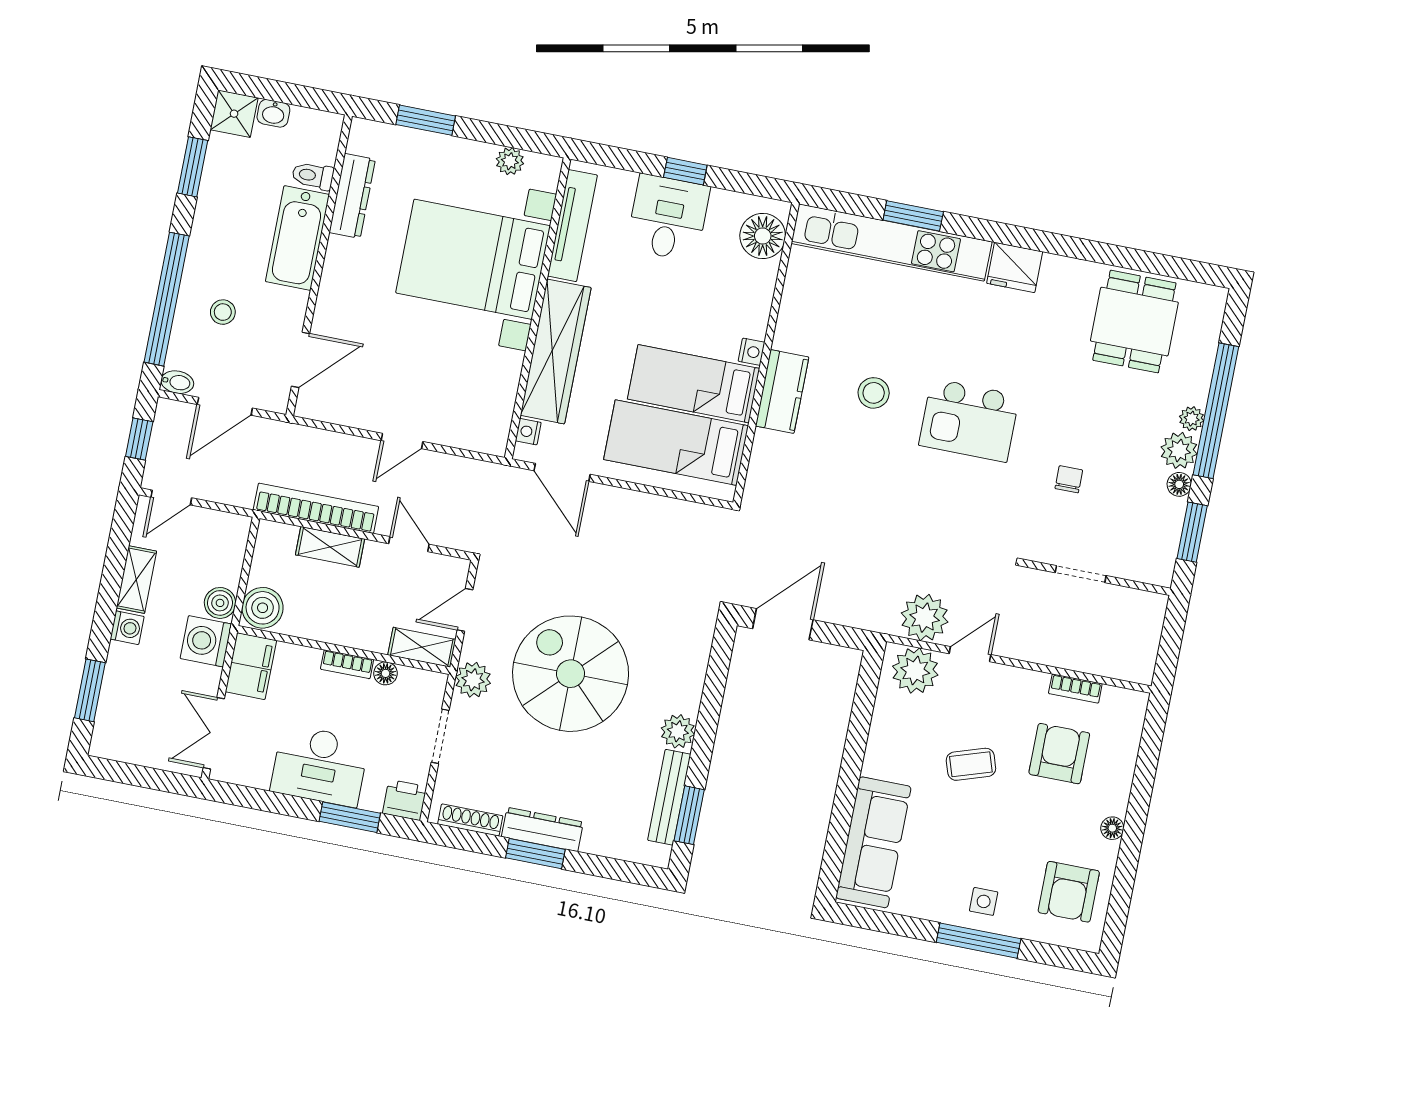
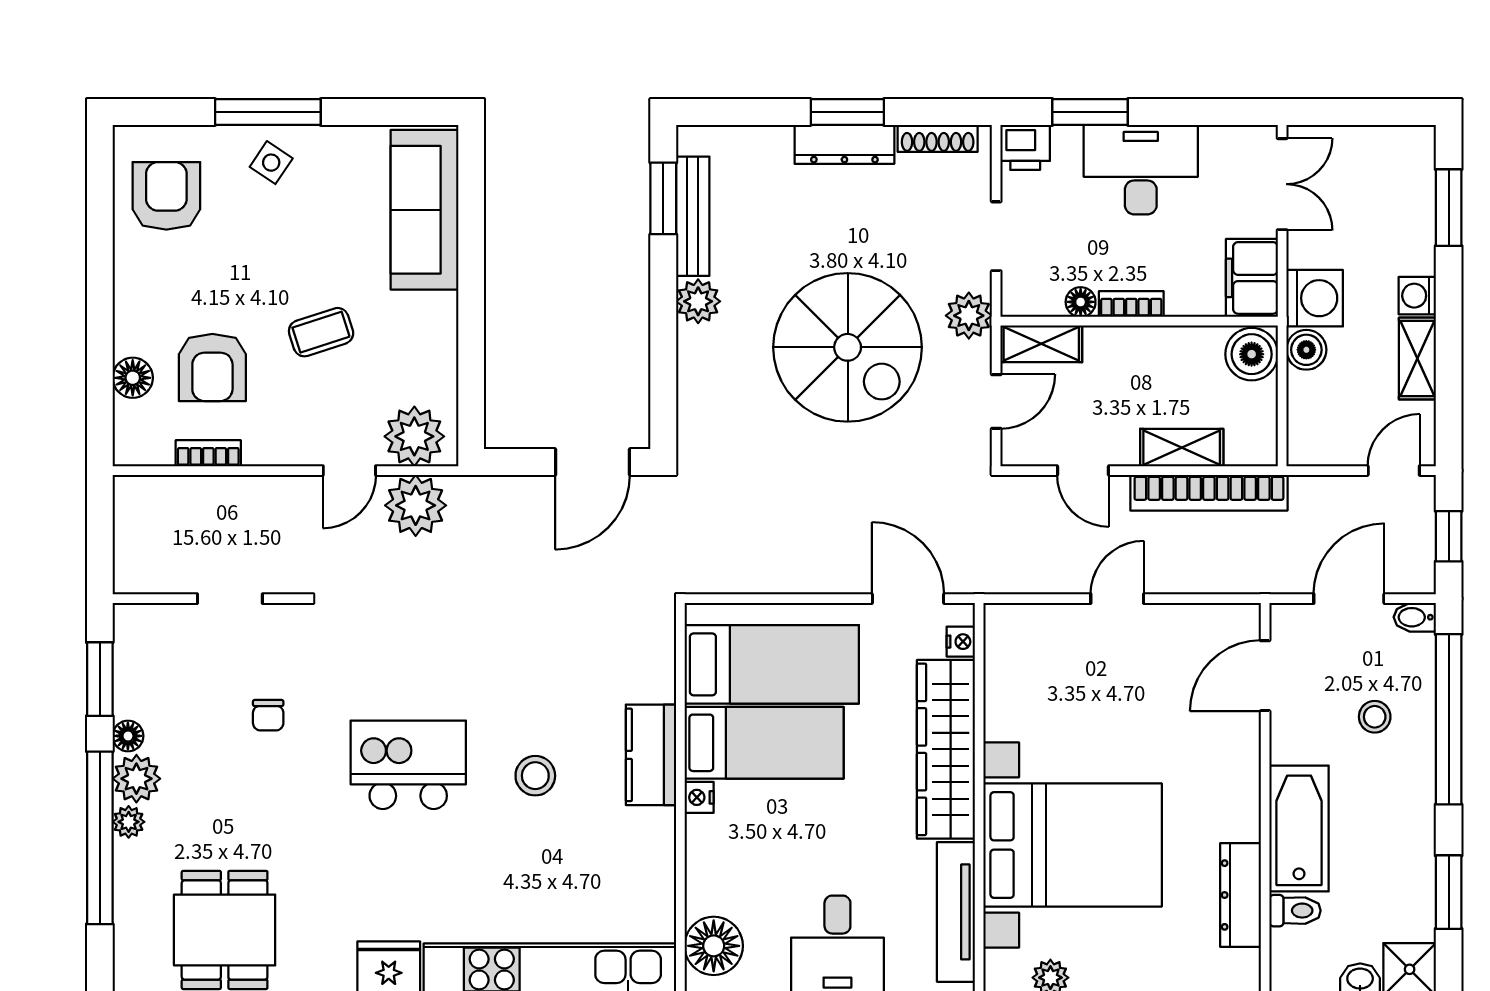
floor lamp: (1112, 828) -> (133, 378), moved, width x1.37, depth x1.37
side table: (984, 901) -> (271, 163), turned 34

